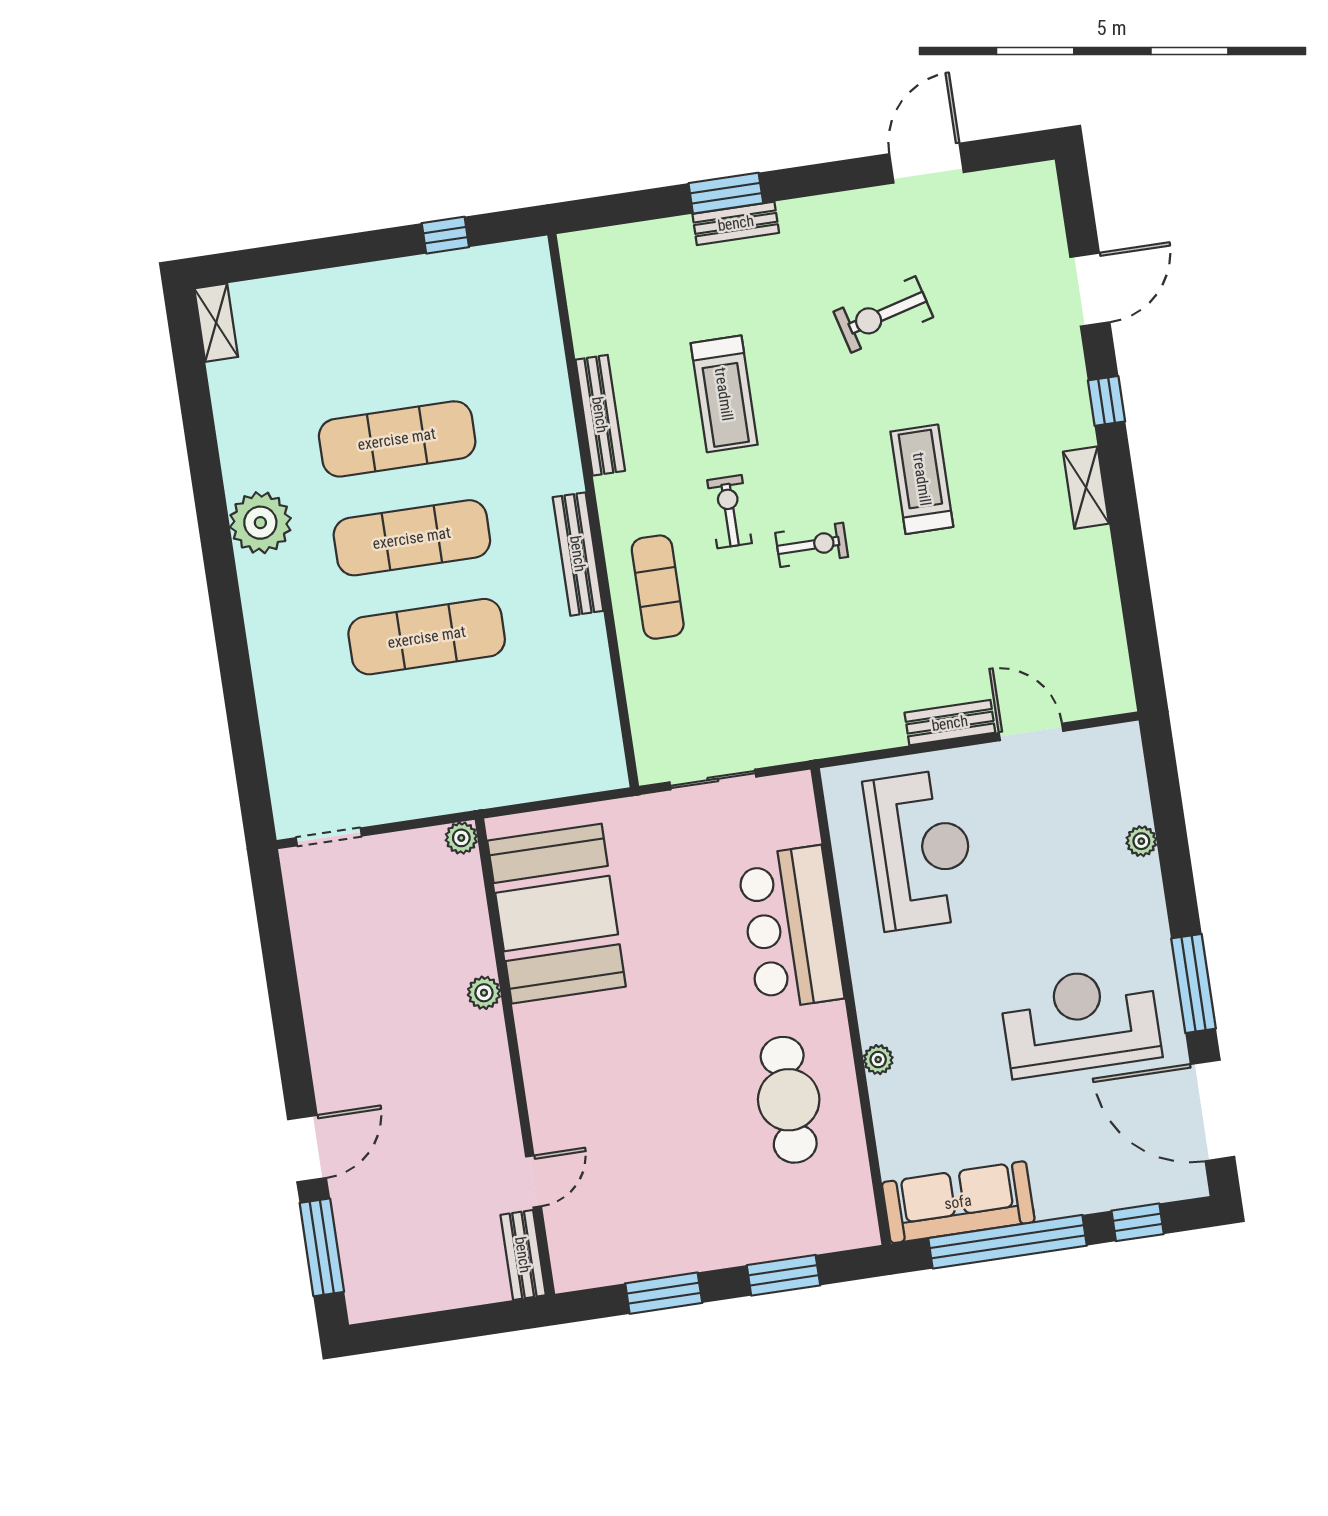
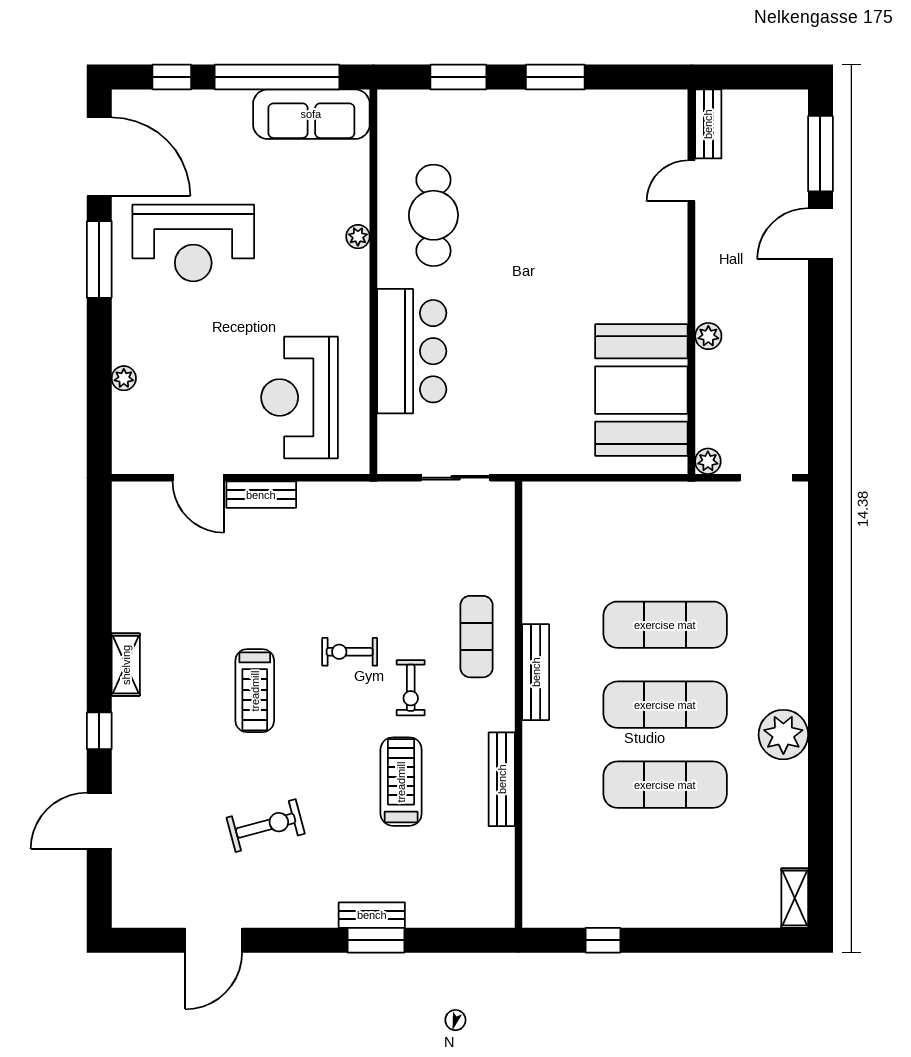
plant: (461, 838) -> (708, 461), moved
booth: (557, 914) -> (641, 390), moved
plant: (484, 993) -> (708, 336), moved
wall: (515, 1057) -> (691, 282), moved
door: (533, 1181) -> (691, 181), moved
bench: (523, 1255) -> (708, 124), moved

